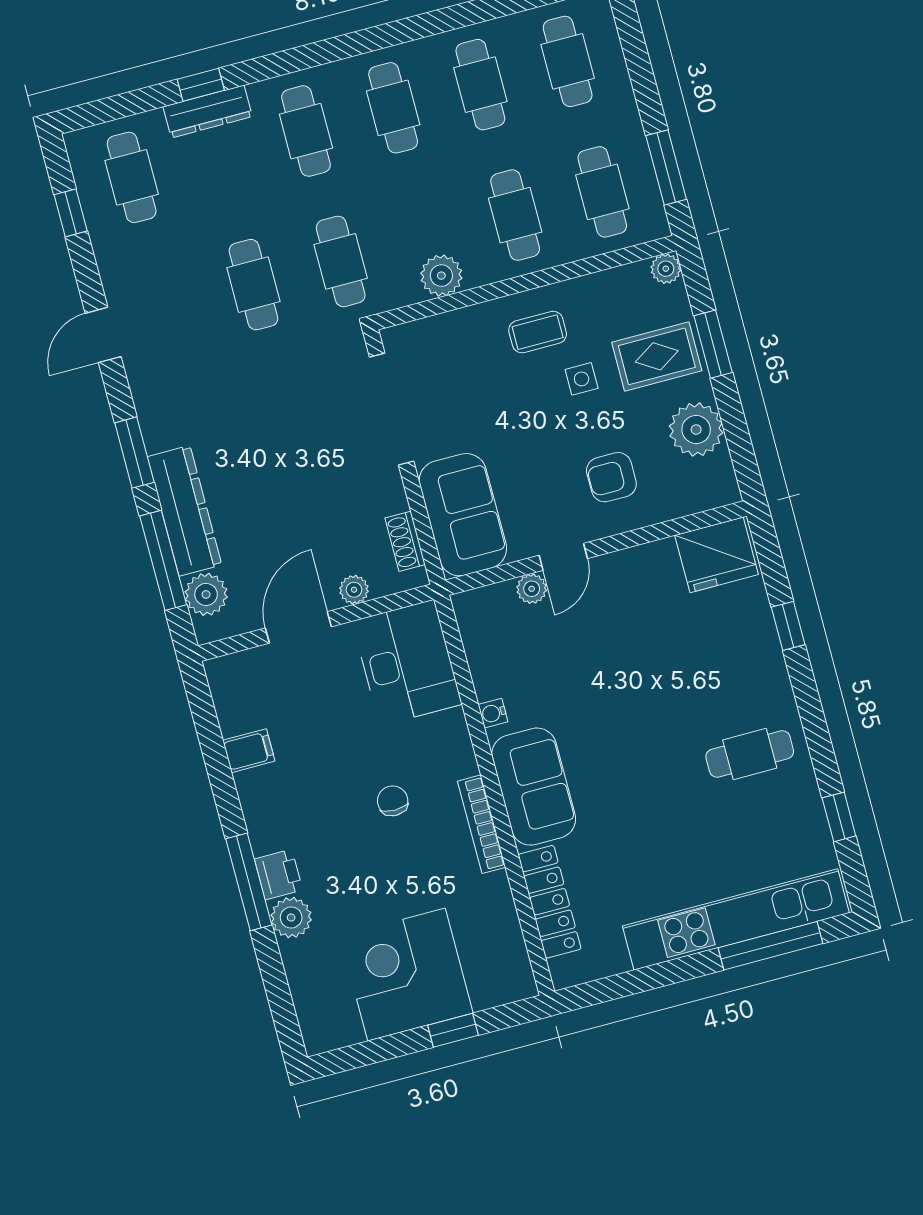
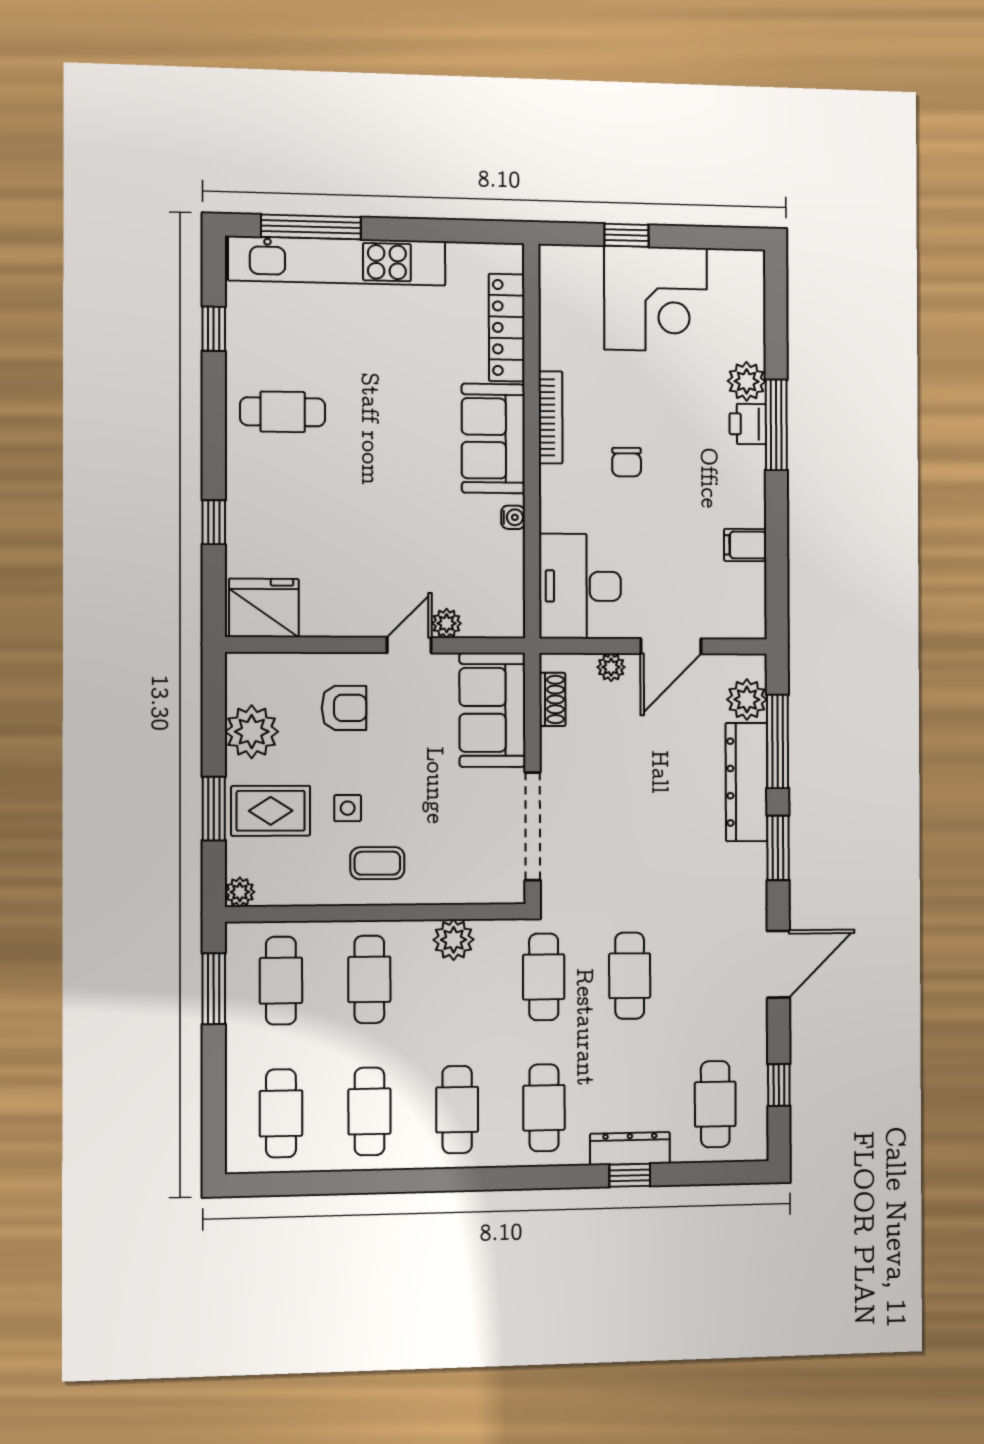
door: (103, 335) -> (778, 964), width x1.38

